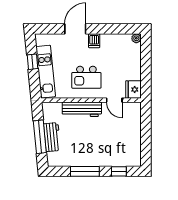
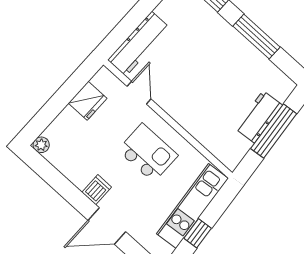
fridge: (133, 89) -> (88, 101), moved
workbench: (82, 109) -> (139, 44), moved, turned 90

